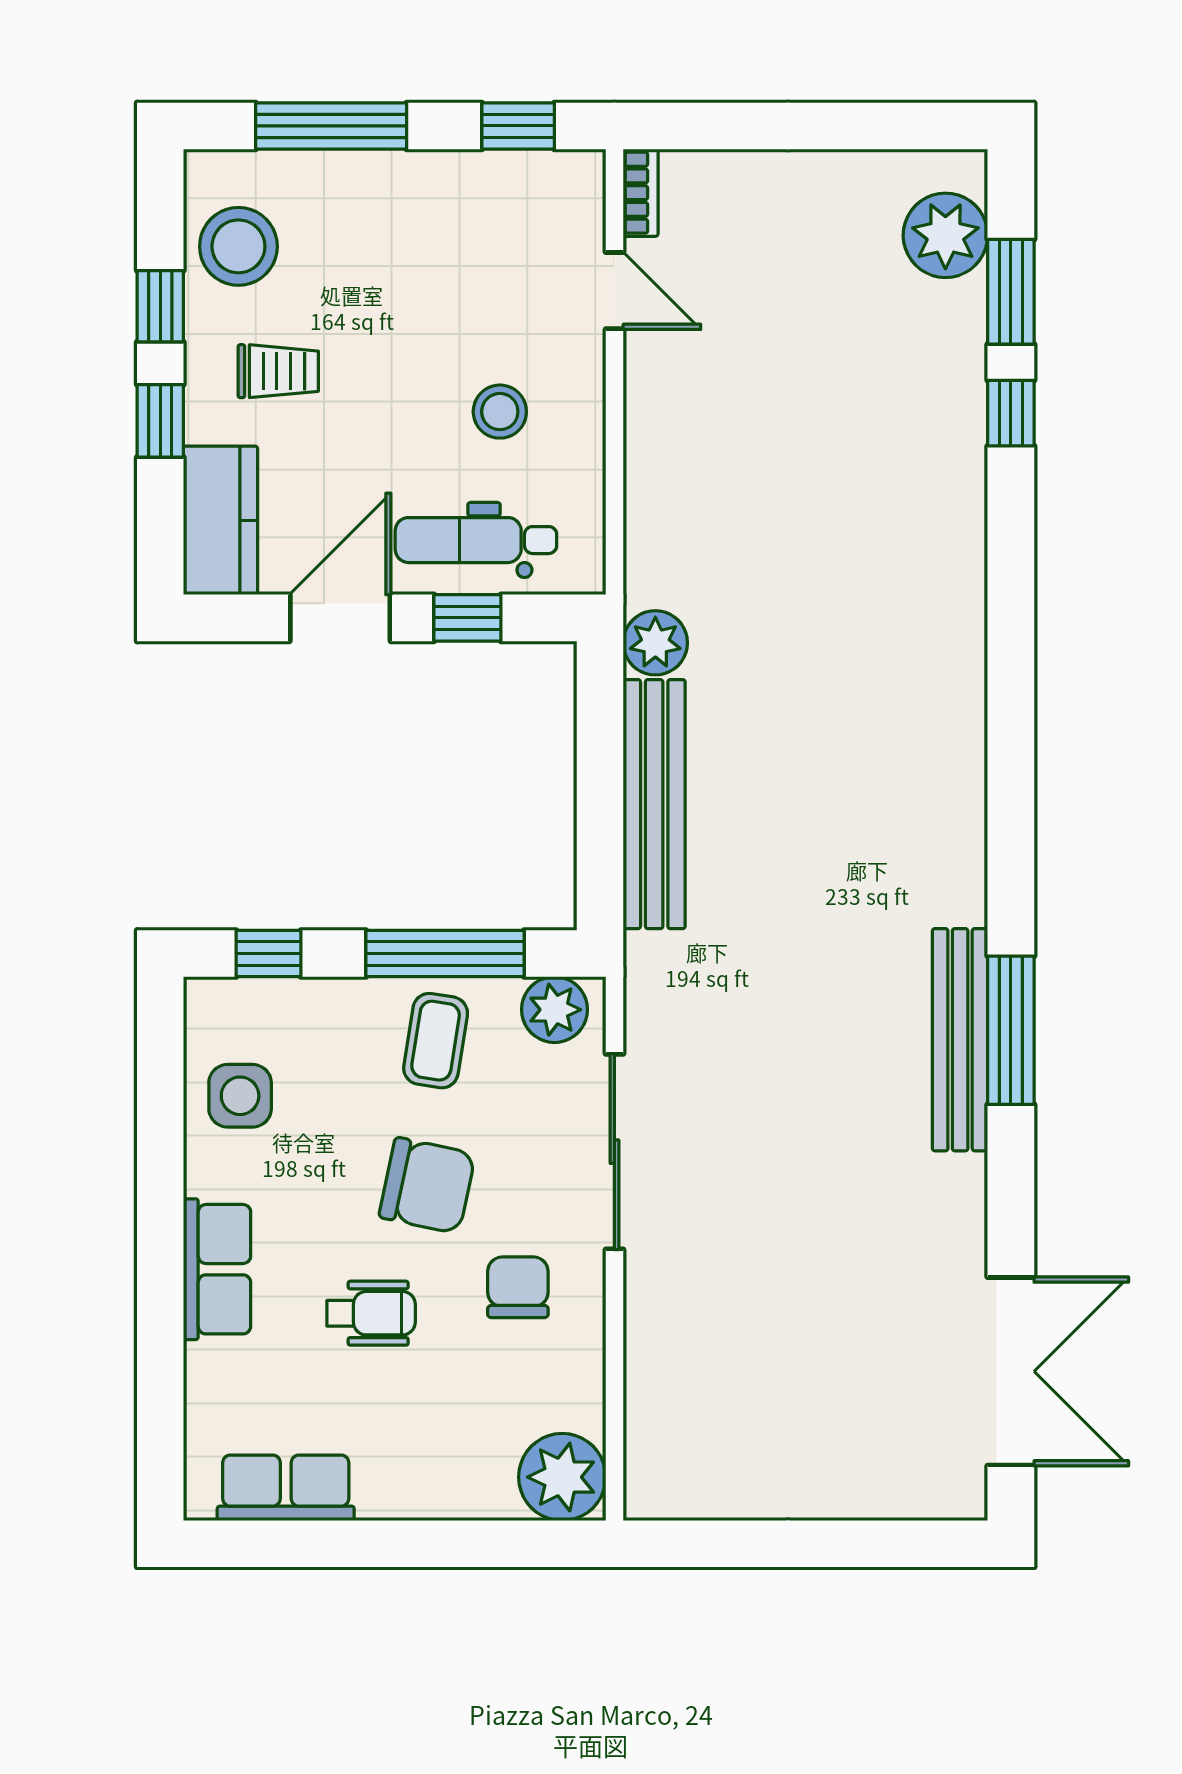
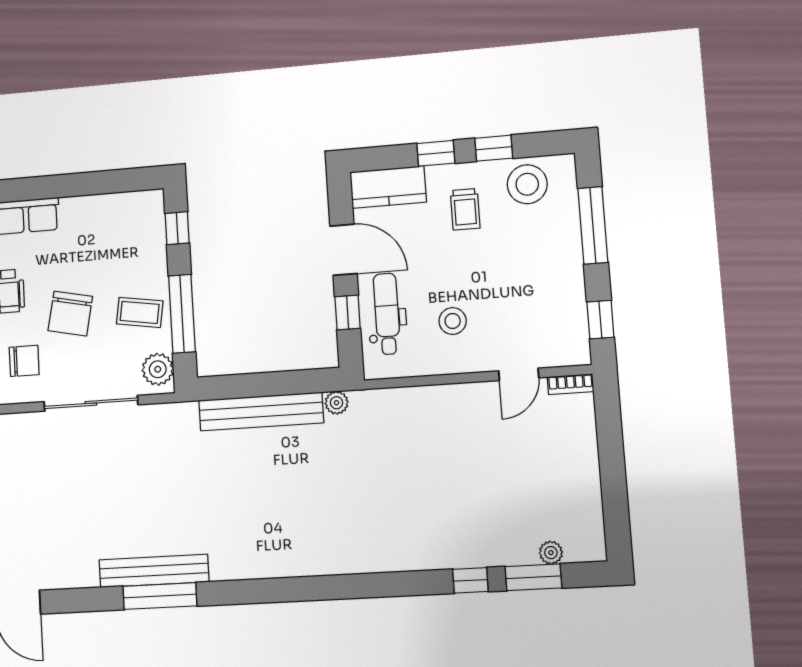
plant: (945, 235) -> (551, 553), width x0.53, depth x0.53
plant: (655, 643) -> (337, 403), width x0.73, depth x0.73
side table: (240, 1096) -> (108, 220), removed

